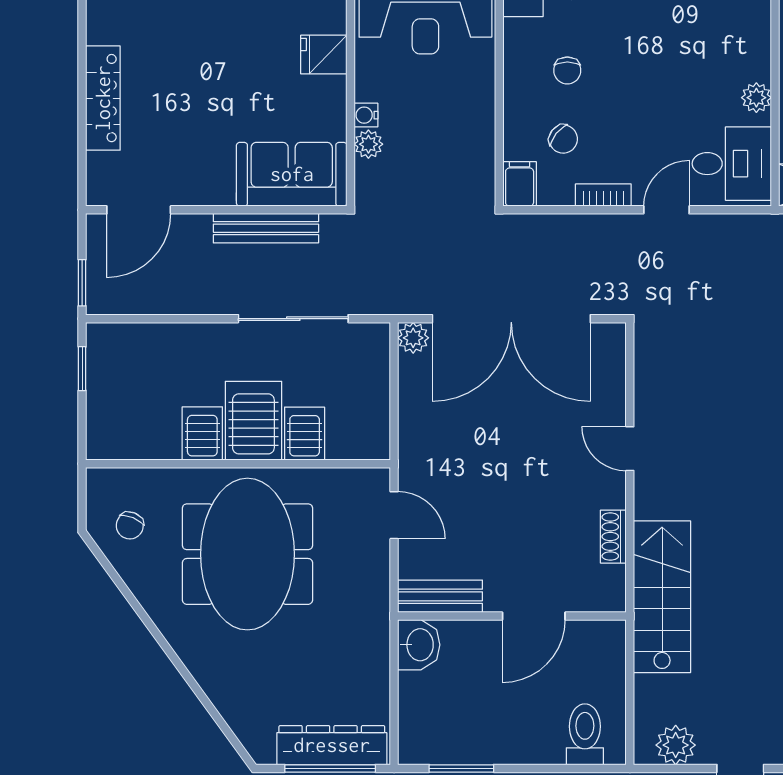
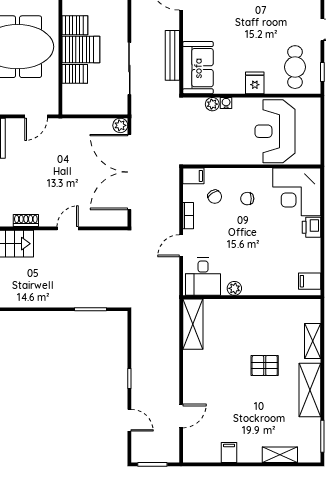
chair: (563, 139) -> (215, 197), turned -71
door: (666, 210) -> (181, 246), swing flipped

